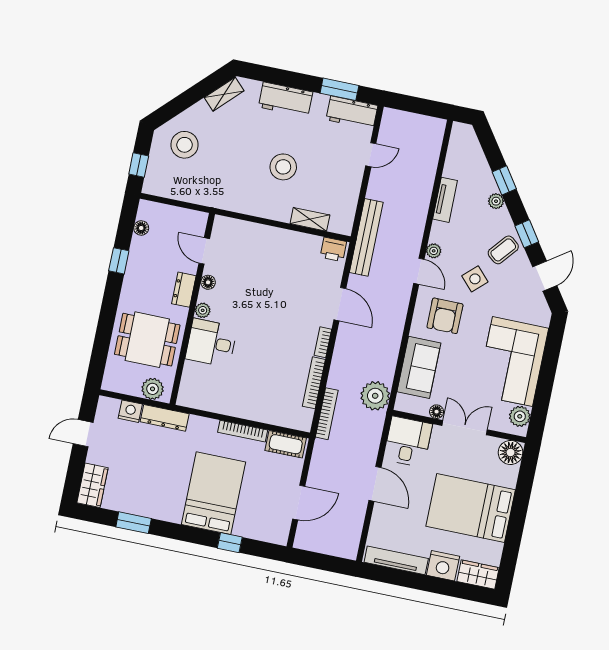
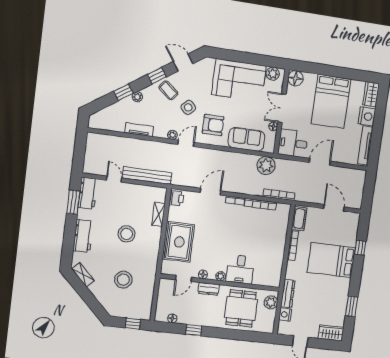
stool: (185, 145) -> (123, 280), moved
bench: (366, 237) -> (147, 176), moved
rug: (264, 249) -> (179, 242), added

